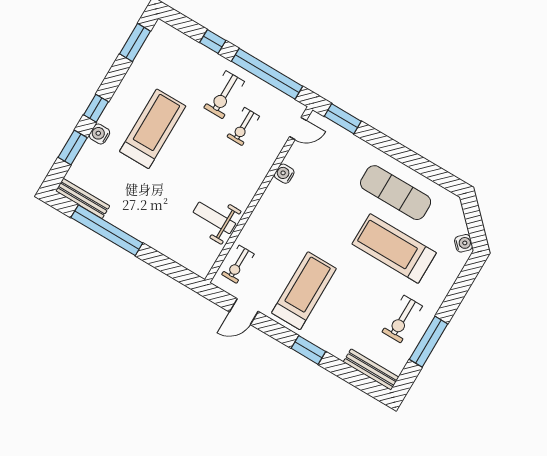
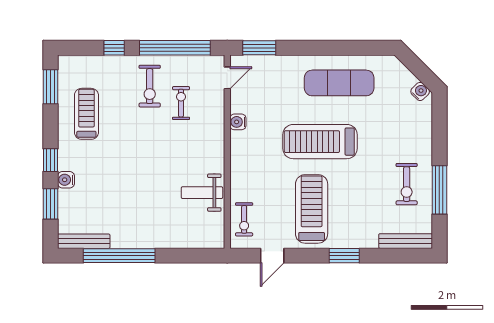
exercise bike: (243, 127) -> (181, 103), turned 180
treadmill: (153, 129) -> (86, 114), moved, width x0.73, depth x0.73
treadmill: (394, 248) -> (320, 142), moved

